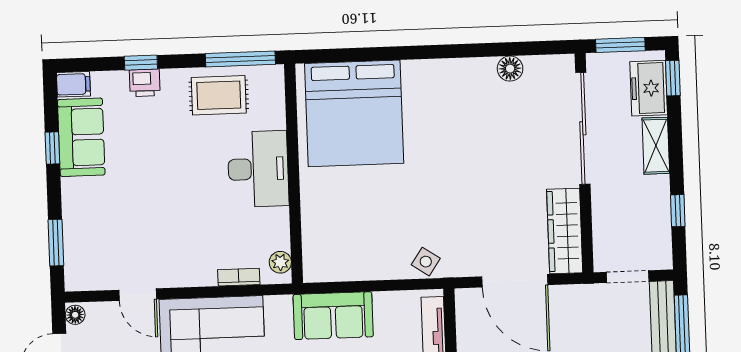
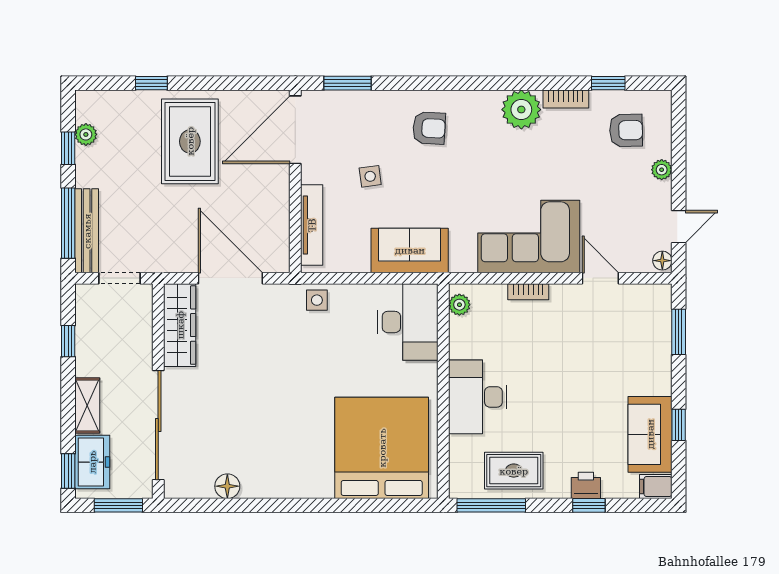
desk: (332, 243) -> (408, 322), added
side table: (426, 262) -> (317, 300), turned -34
bookcase: (239, 277) -> (528, 292), moved

